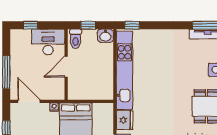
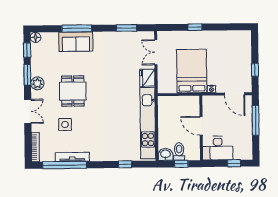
window: (132, 25) -> (125, 164), moved
toilet: (76, 39) -> (179, 152), moved
door: (66, 67) -> (201, 126), swing flipped

